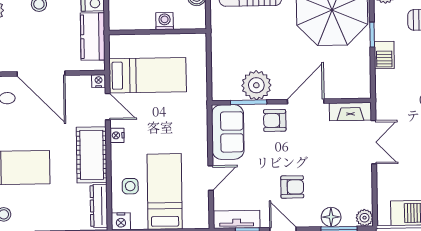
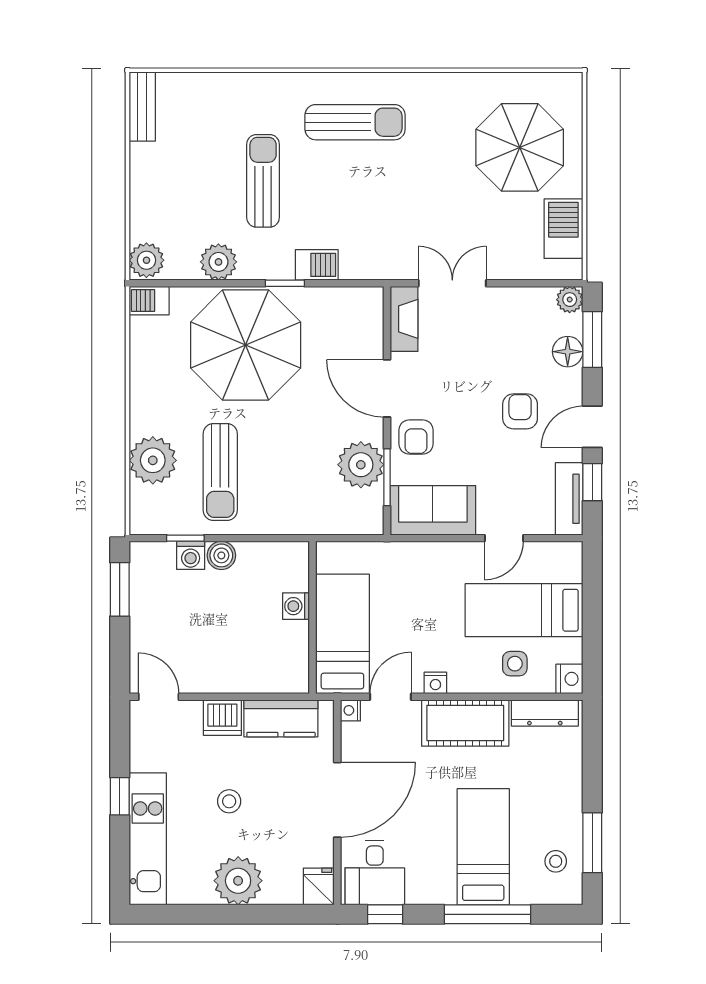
washing machine: (165, 21) -> (296, 606), moved
wall: (157, 32) -> (312, 617), moved
door: (211, 178) -> (504, 538), swing flipped

